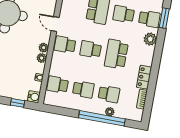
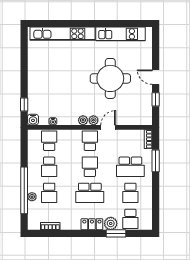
school desk: (124, 14) -> (130, 193), turned 180
window: (164, 18) -> (116, 233), moved
school desk: (116, 54) -> (90, 193), turned 180
plant: (42, 58) -> (93, 120), moved
locker: (144, 77) -> (92, 224), moved

